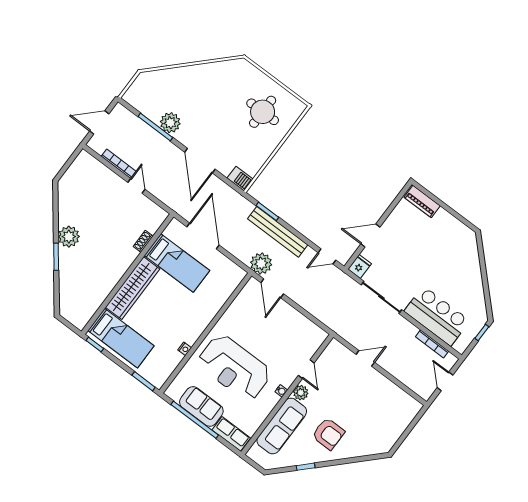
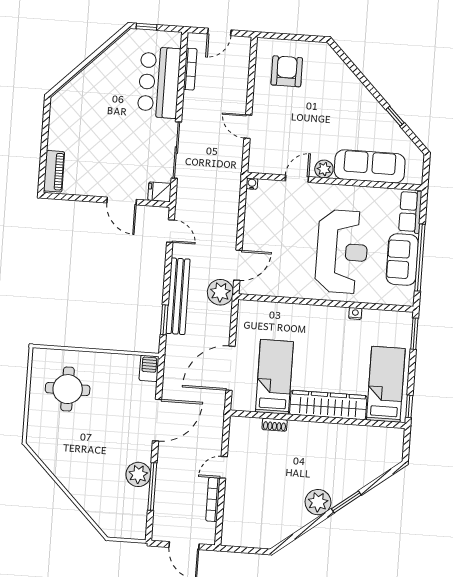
water cooler: (281, 391) -> (252, 184), moved
armchair: (328, 434) -> (287, 71), moved

